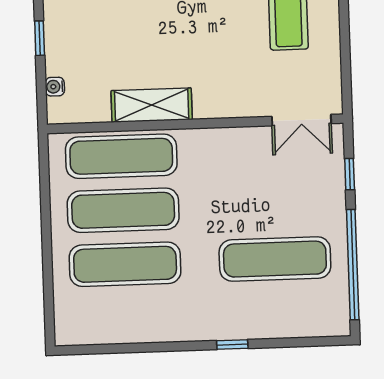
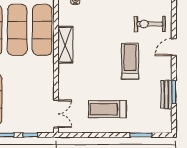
double door: (302, 120) -> (56, 114), swing flipped

